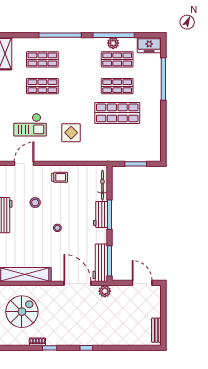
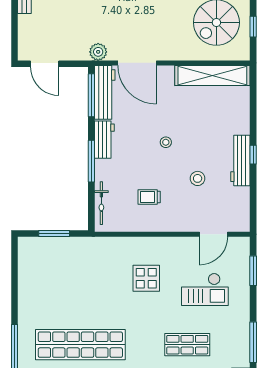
shop shelf: (117, 86) -> (80, 345), width x2.00, depth x1.36
shop shelf: (117, 113) -> (80, 306), removed
checkout: (30, 125) -> (205, 289), turned 180
trolley: (60, 177) -> (149, 197), moved
workbench: (100, 214) -> (104, 140), moved

